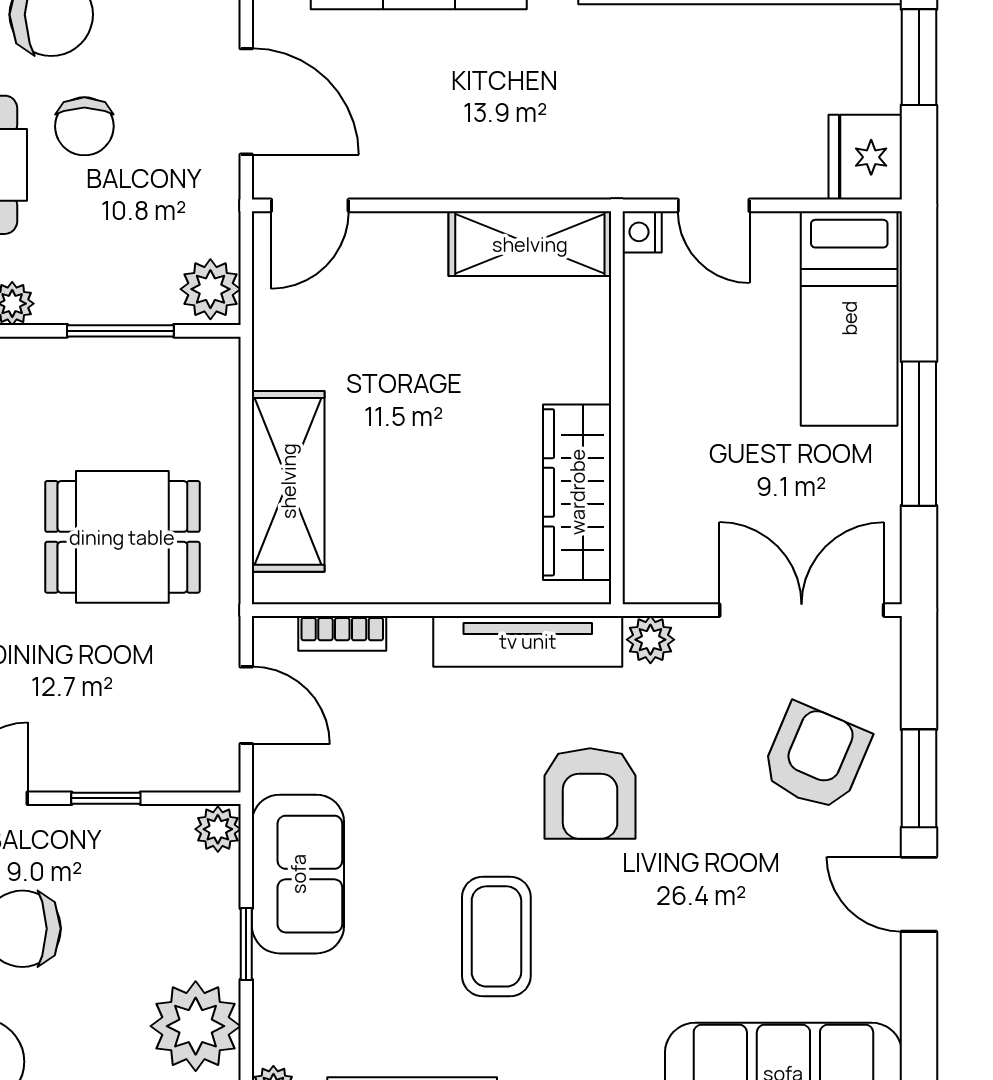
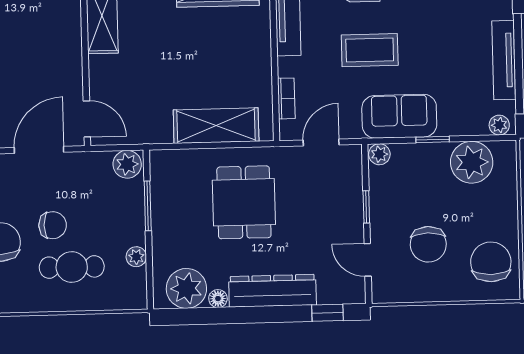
coffee table: (496, 936) -> (370, 50), moved

